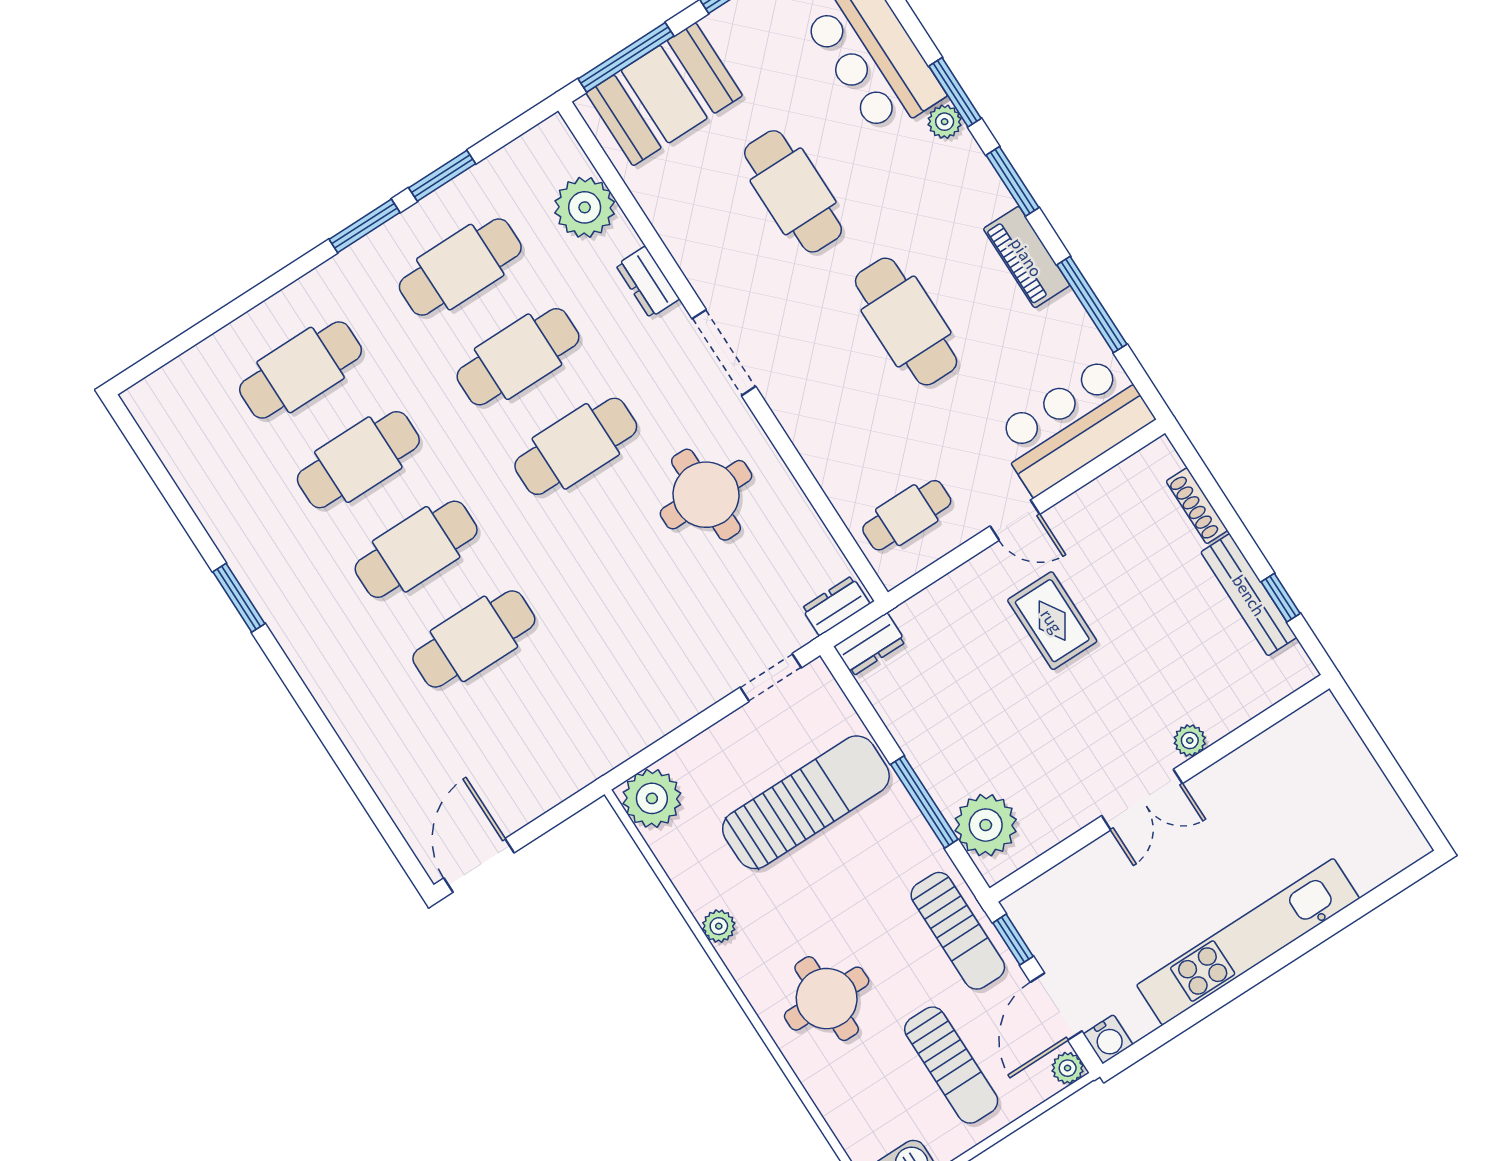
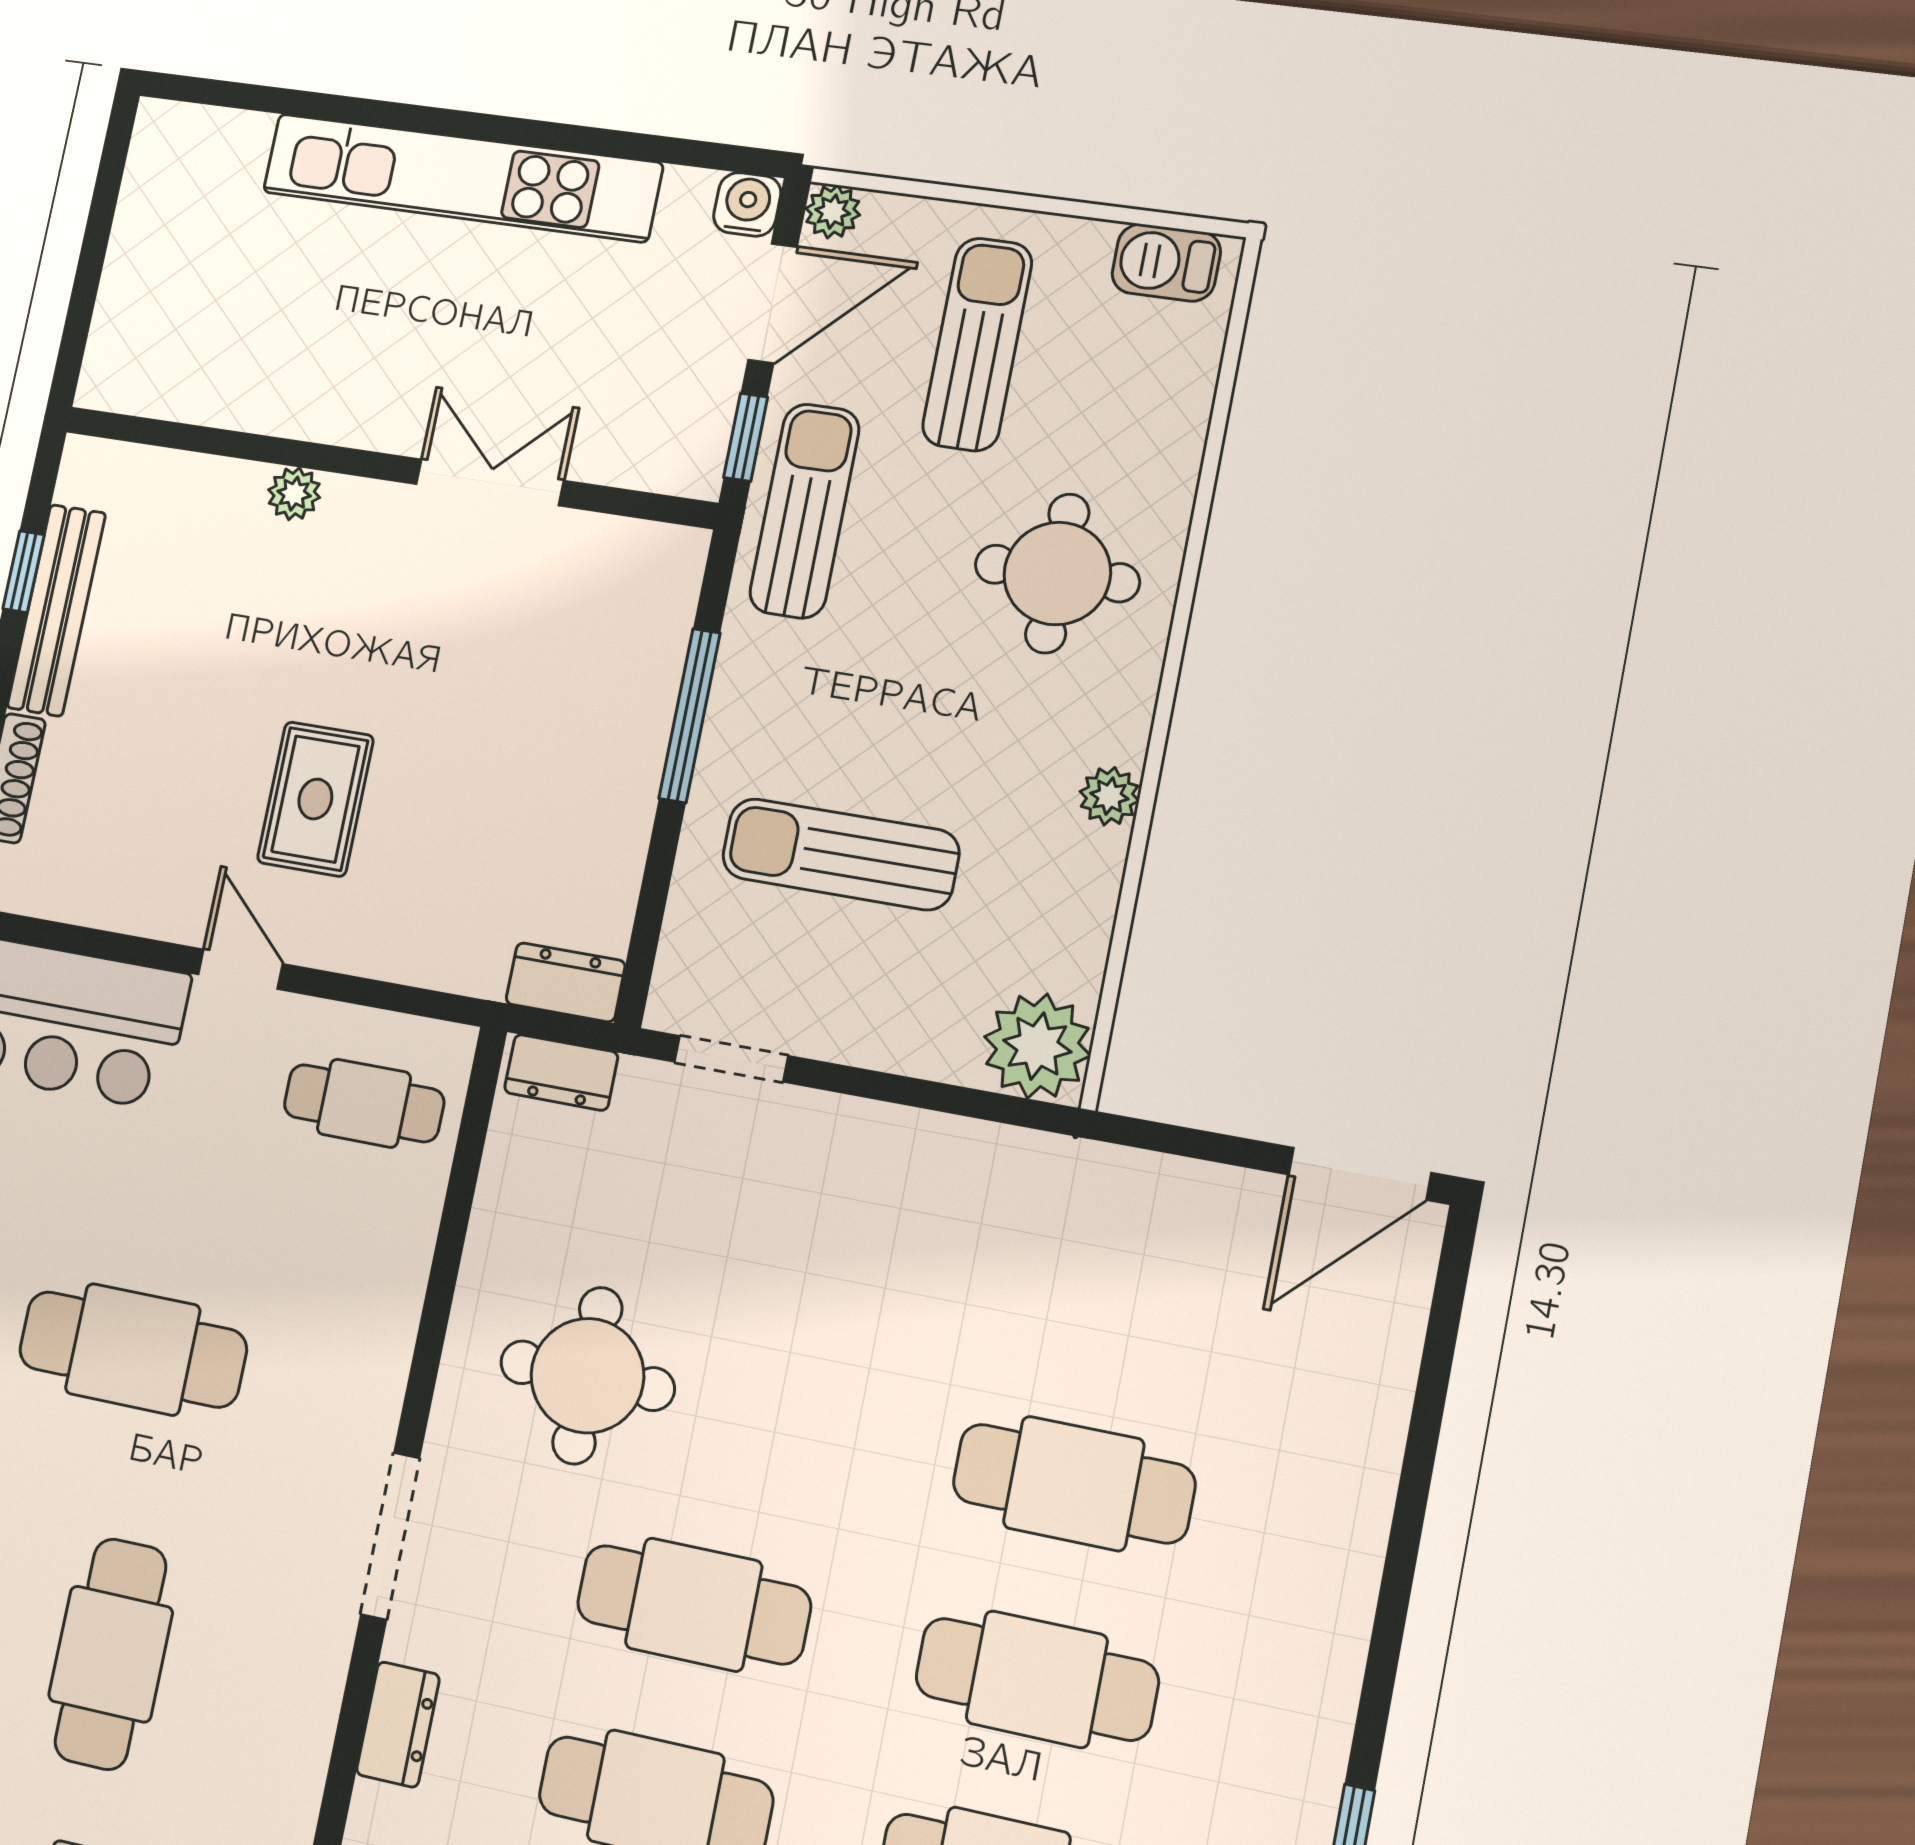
cafe table: (906, 322) -> (133, 1349), turned 90
double door: (1142, 800) -> (490, 482), moved
sun lounger: (806, 802) -> (840, 854), width x0.73, depth x0.75
plant: (986, 825) -> (641, 615), removed

